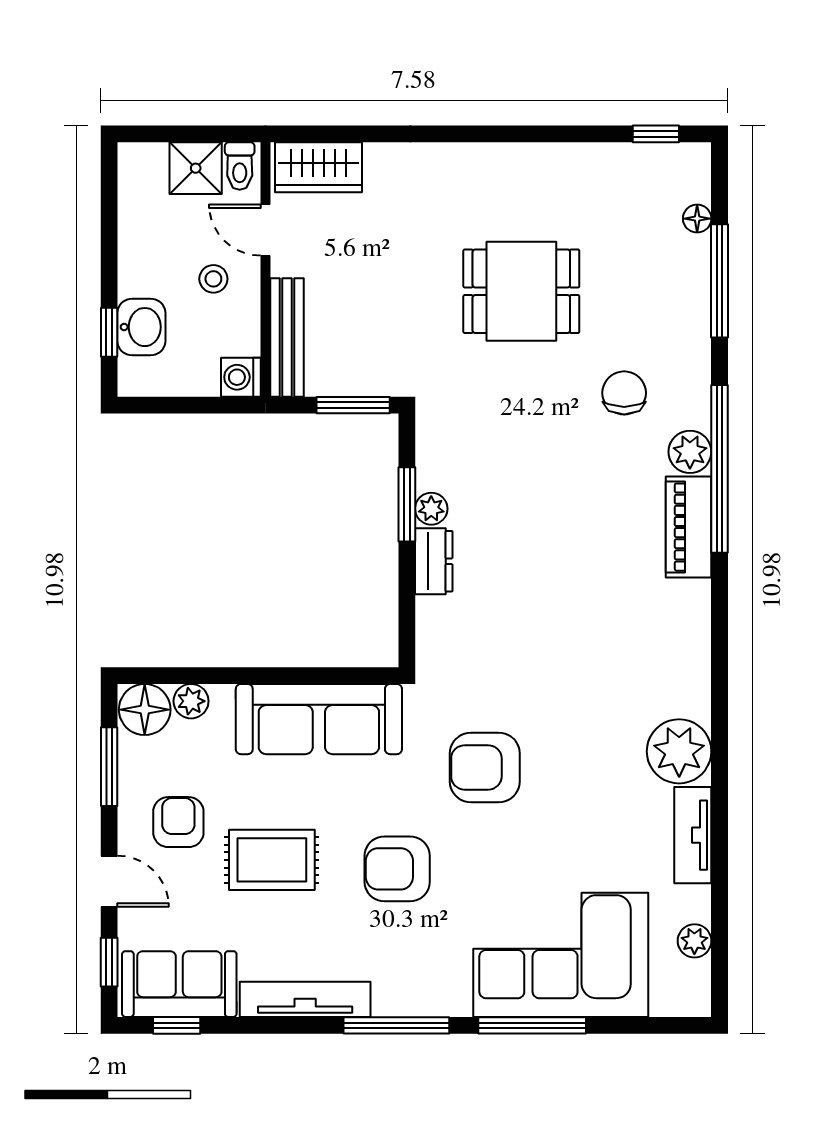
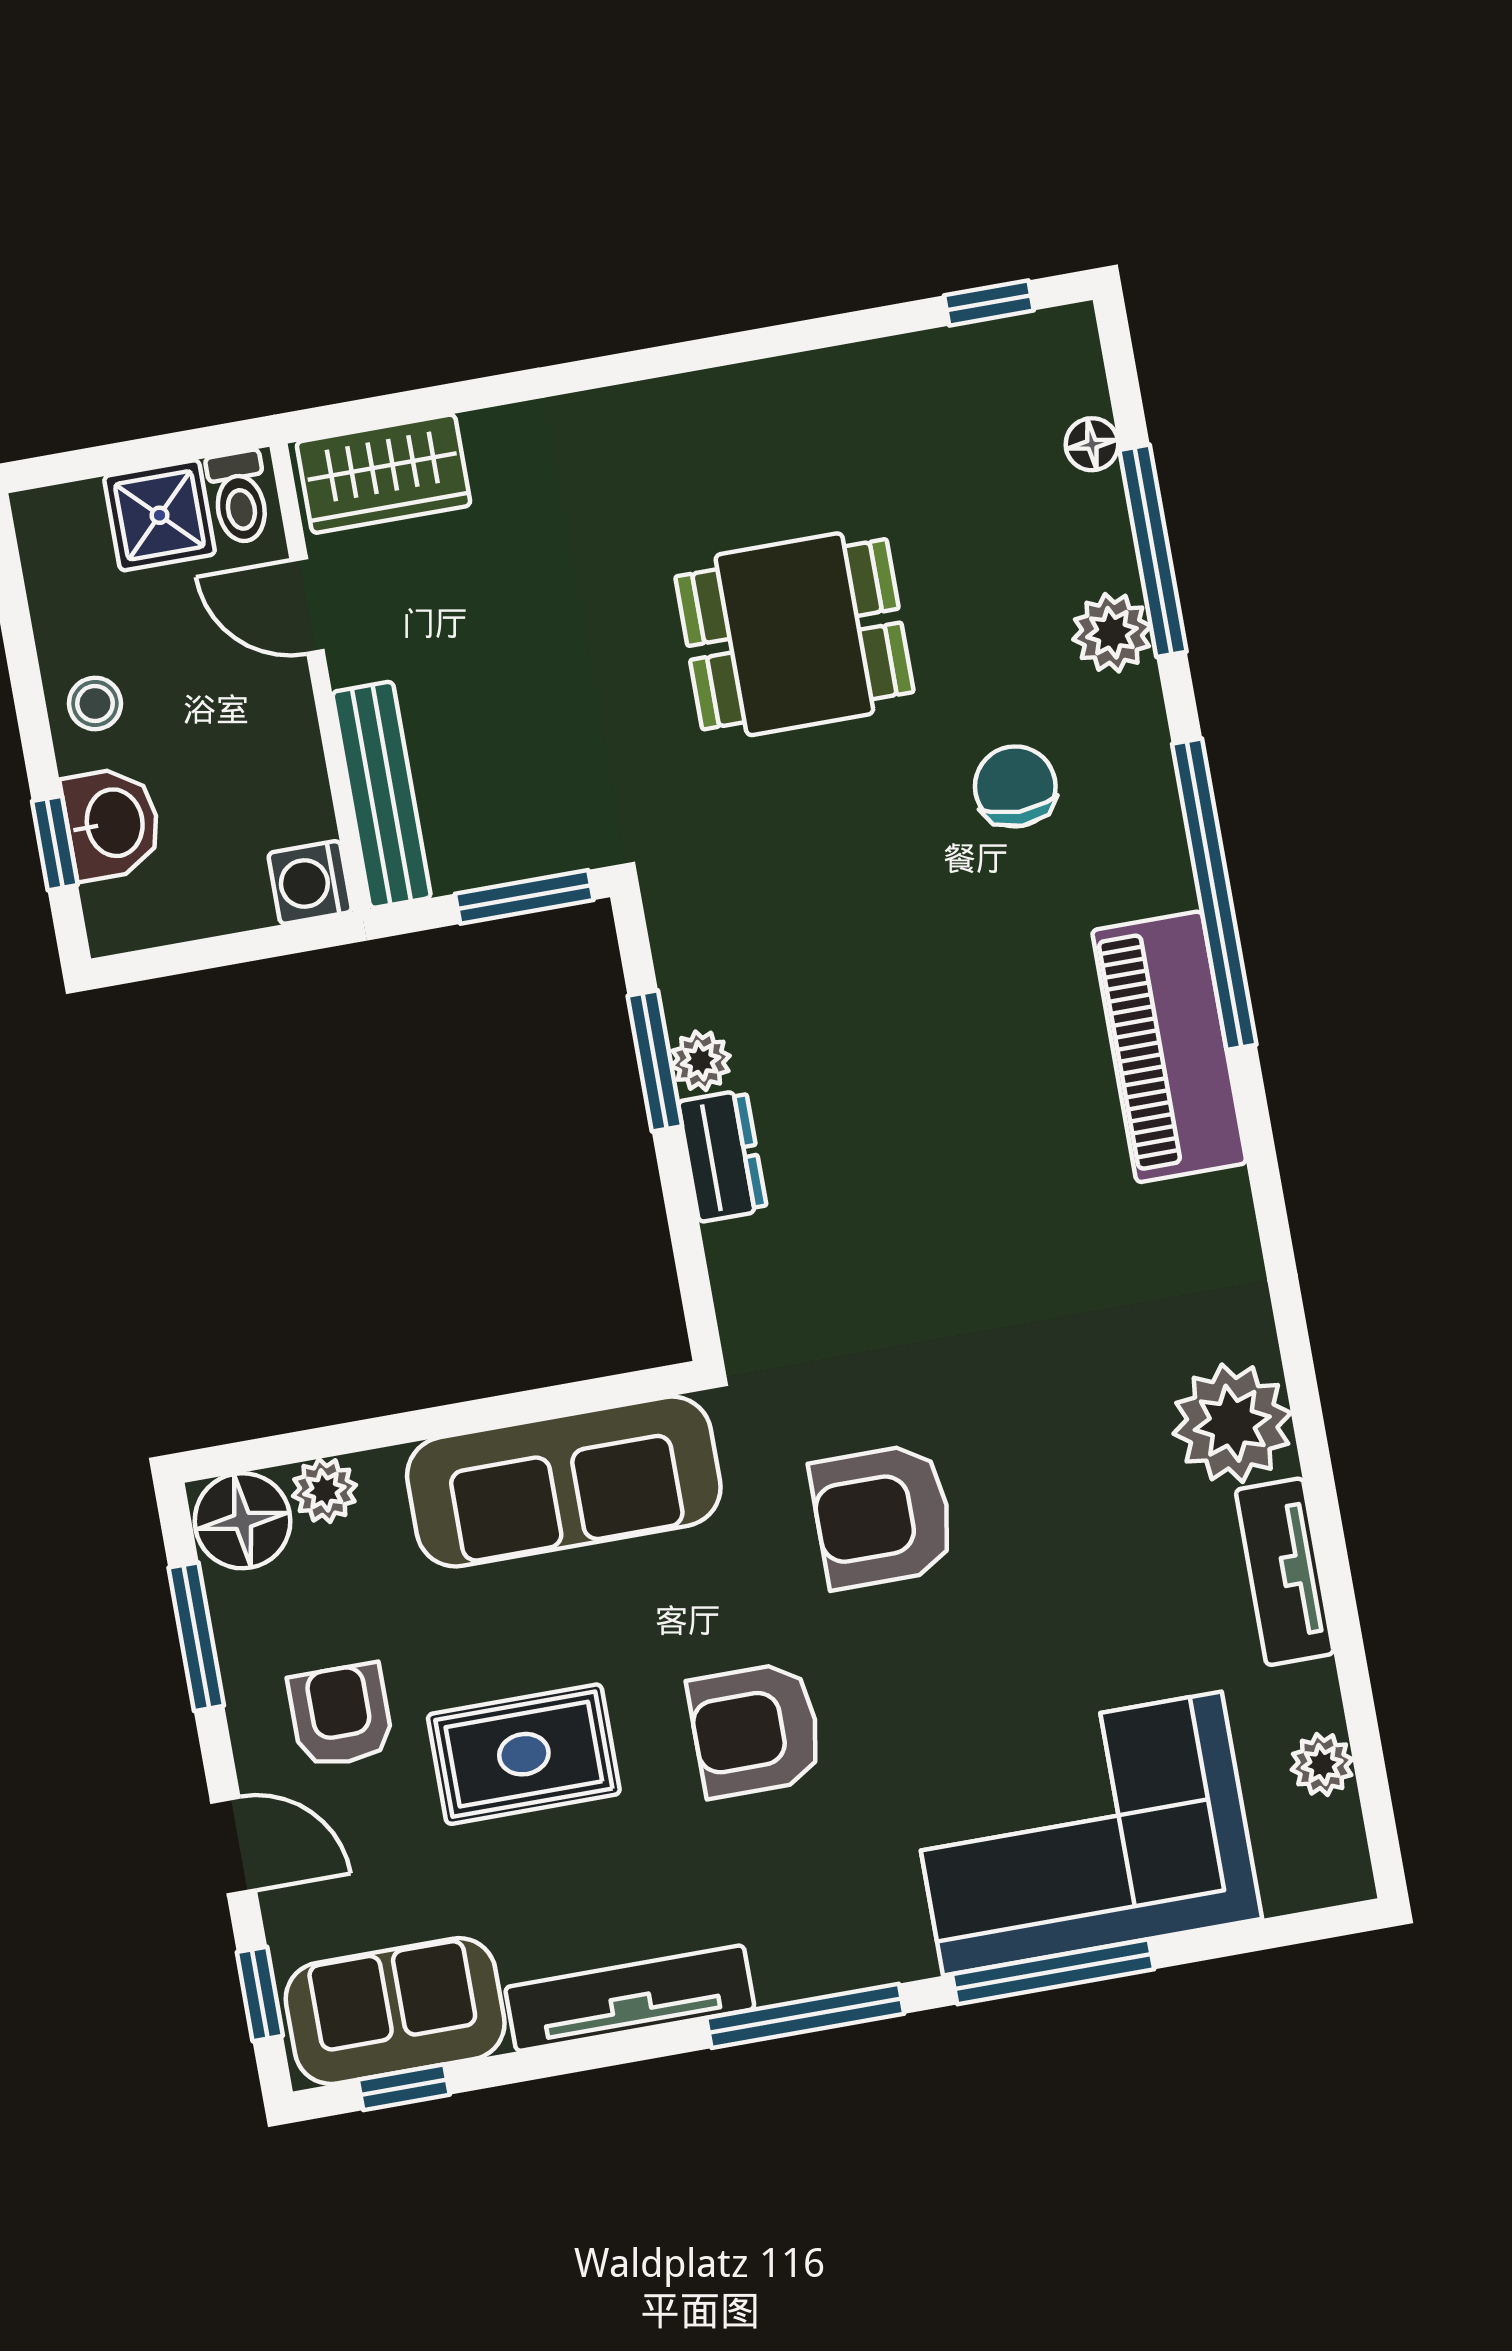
stool: (213, 279) -> (95, 703), moved
plant: (690, 452) -> (1112, 633), moved
piano: (689, 527) -> (1169, 1047), width x1.37, depth x1.33

